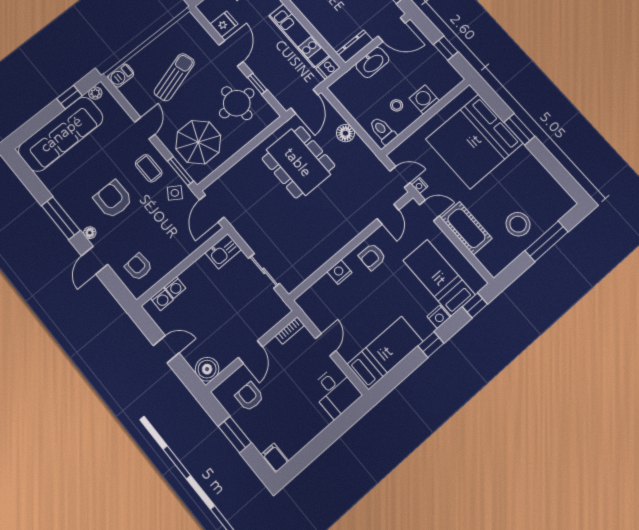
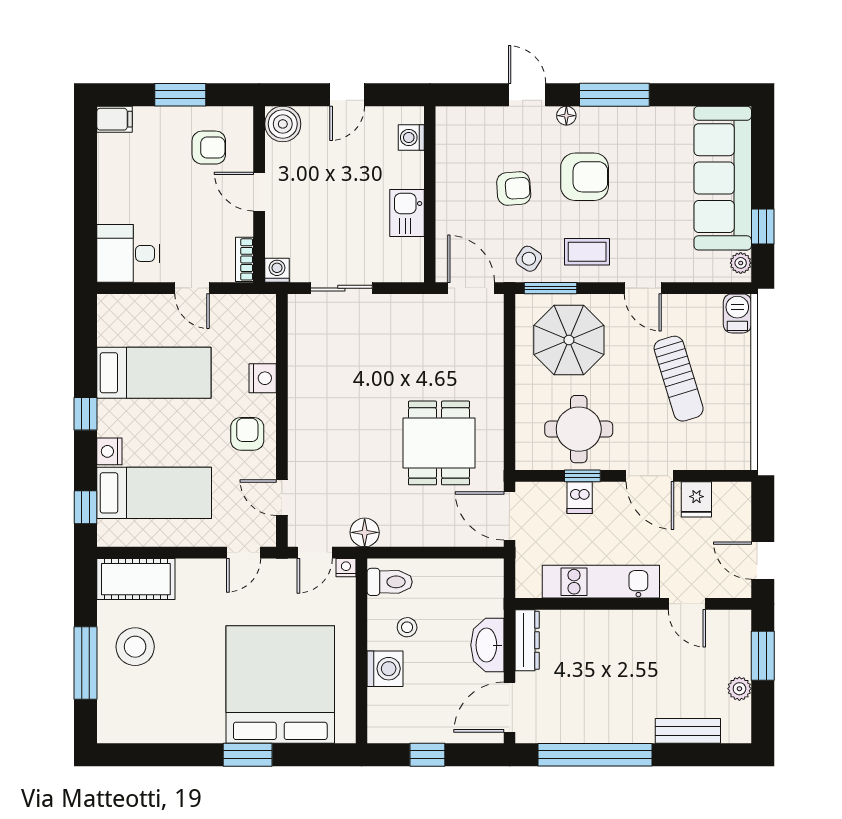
dishwasher: (328, 68) -> (580, 498), moved, turned 180
floor lamp: (345, 133) -> (365, 532), moved
dining table: (298, 162) -> (439, 443), width x0.73
nightstand: (420, 186) -> (346, 568), moved
cot: (466, 228) -> (136, 579), moved
kitchen sink: (223, 251) -> (407, 213), moved
armchair: (138, 267) -> (514, 189), moved
washing machine: (175, 287) -> (277, 270), moved, turned 90
bed: (385, 353) -> (154, 373), moved, turned -90

